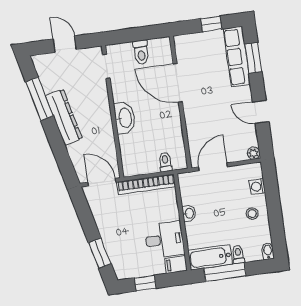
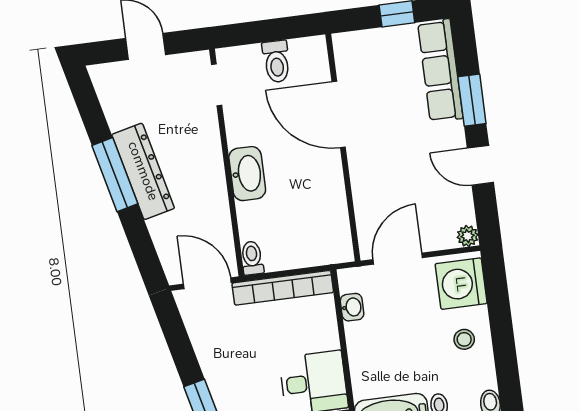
window: (253, 58) -> (472, 100), moved
window: (39, 99) -> (115, 175), moved
toilet: (165, 162) -> (252, 258), moved
washing machine: (257, 186) -> (461, 284), width x1.89, depth x1.89
washbasin: (189, 213) -> (352, 307), moved

